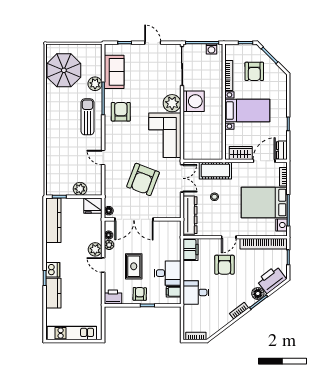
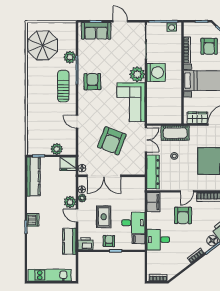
sofa: (114, 72) -> (96, 31), moved, turned 90
kitchen counter: (53, 293) -> (69, 241), moved, turned 180

